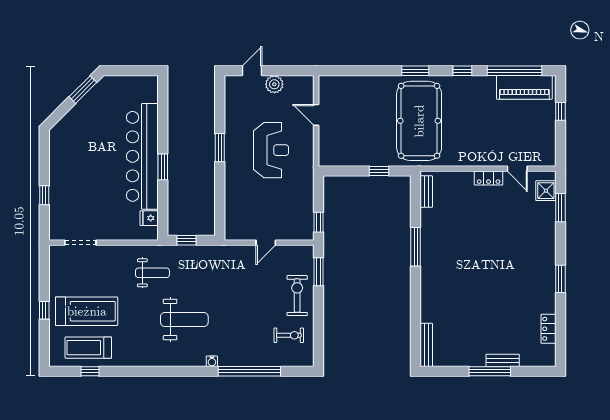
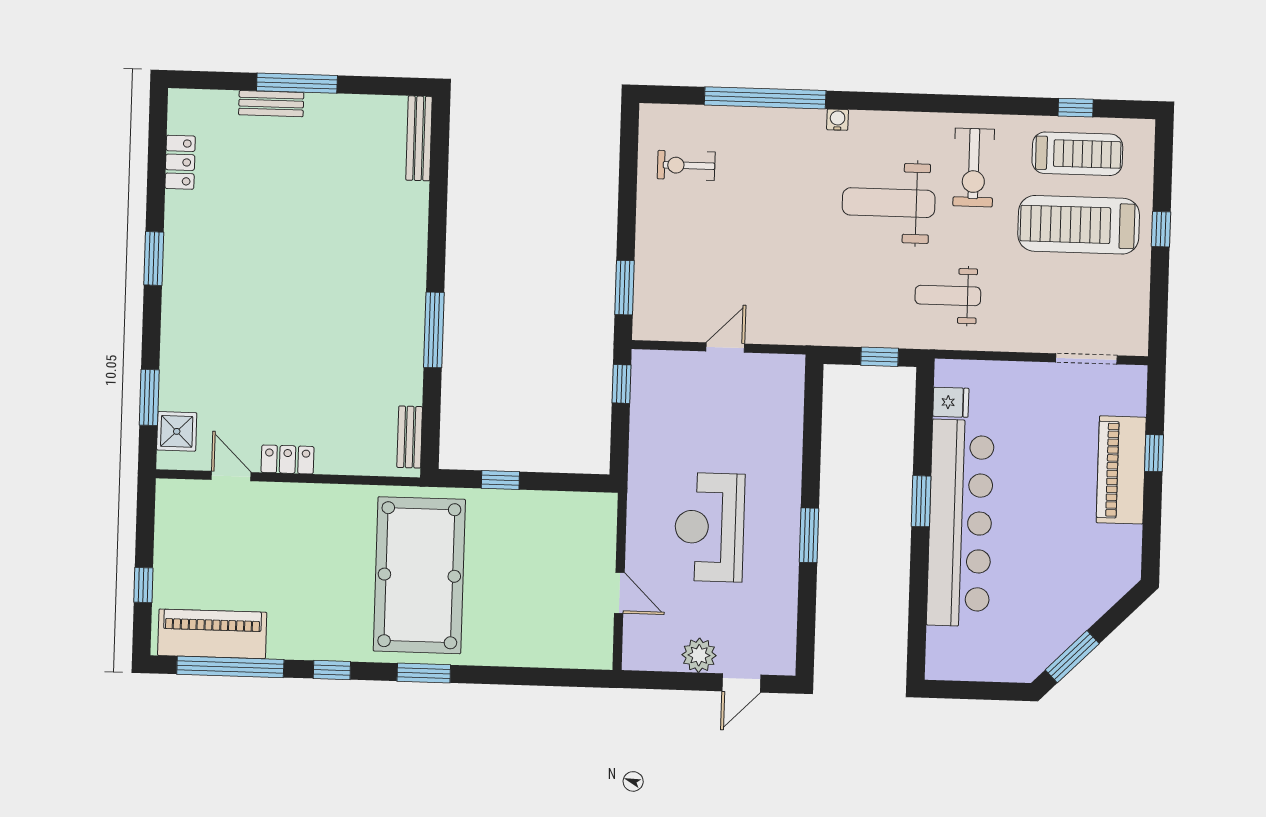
piano: (61, 186) -> (1121, 470), added
exercise bike: (297, 296) -> (974, 167), moved

